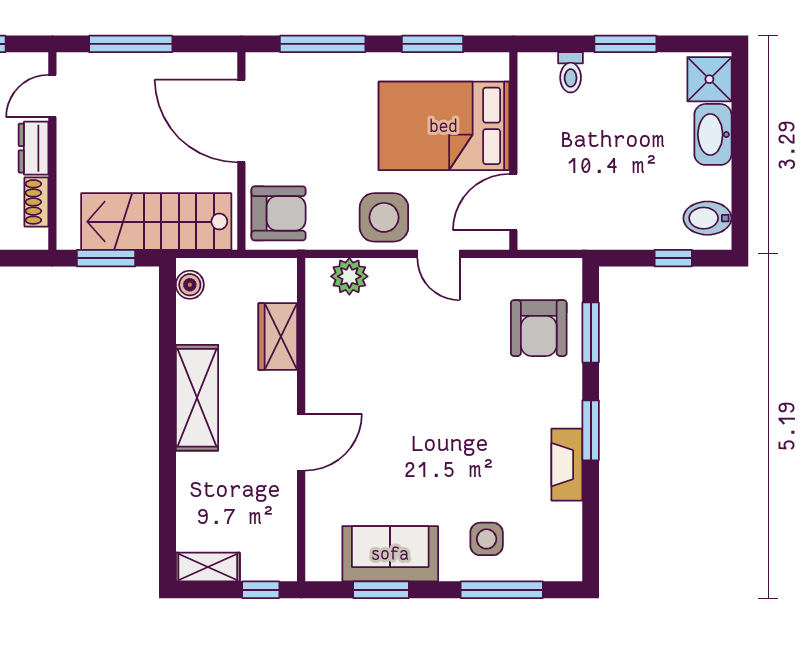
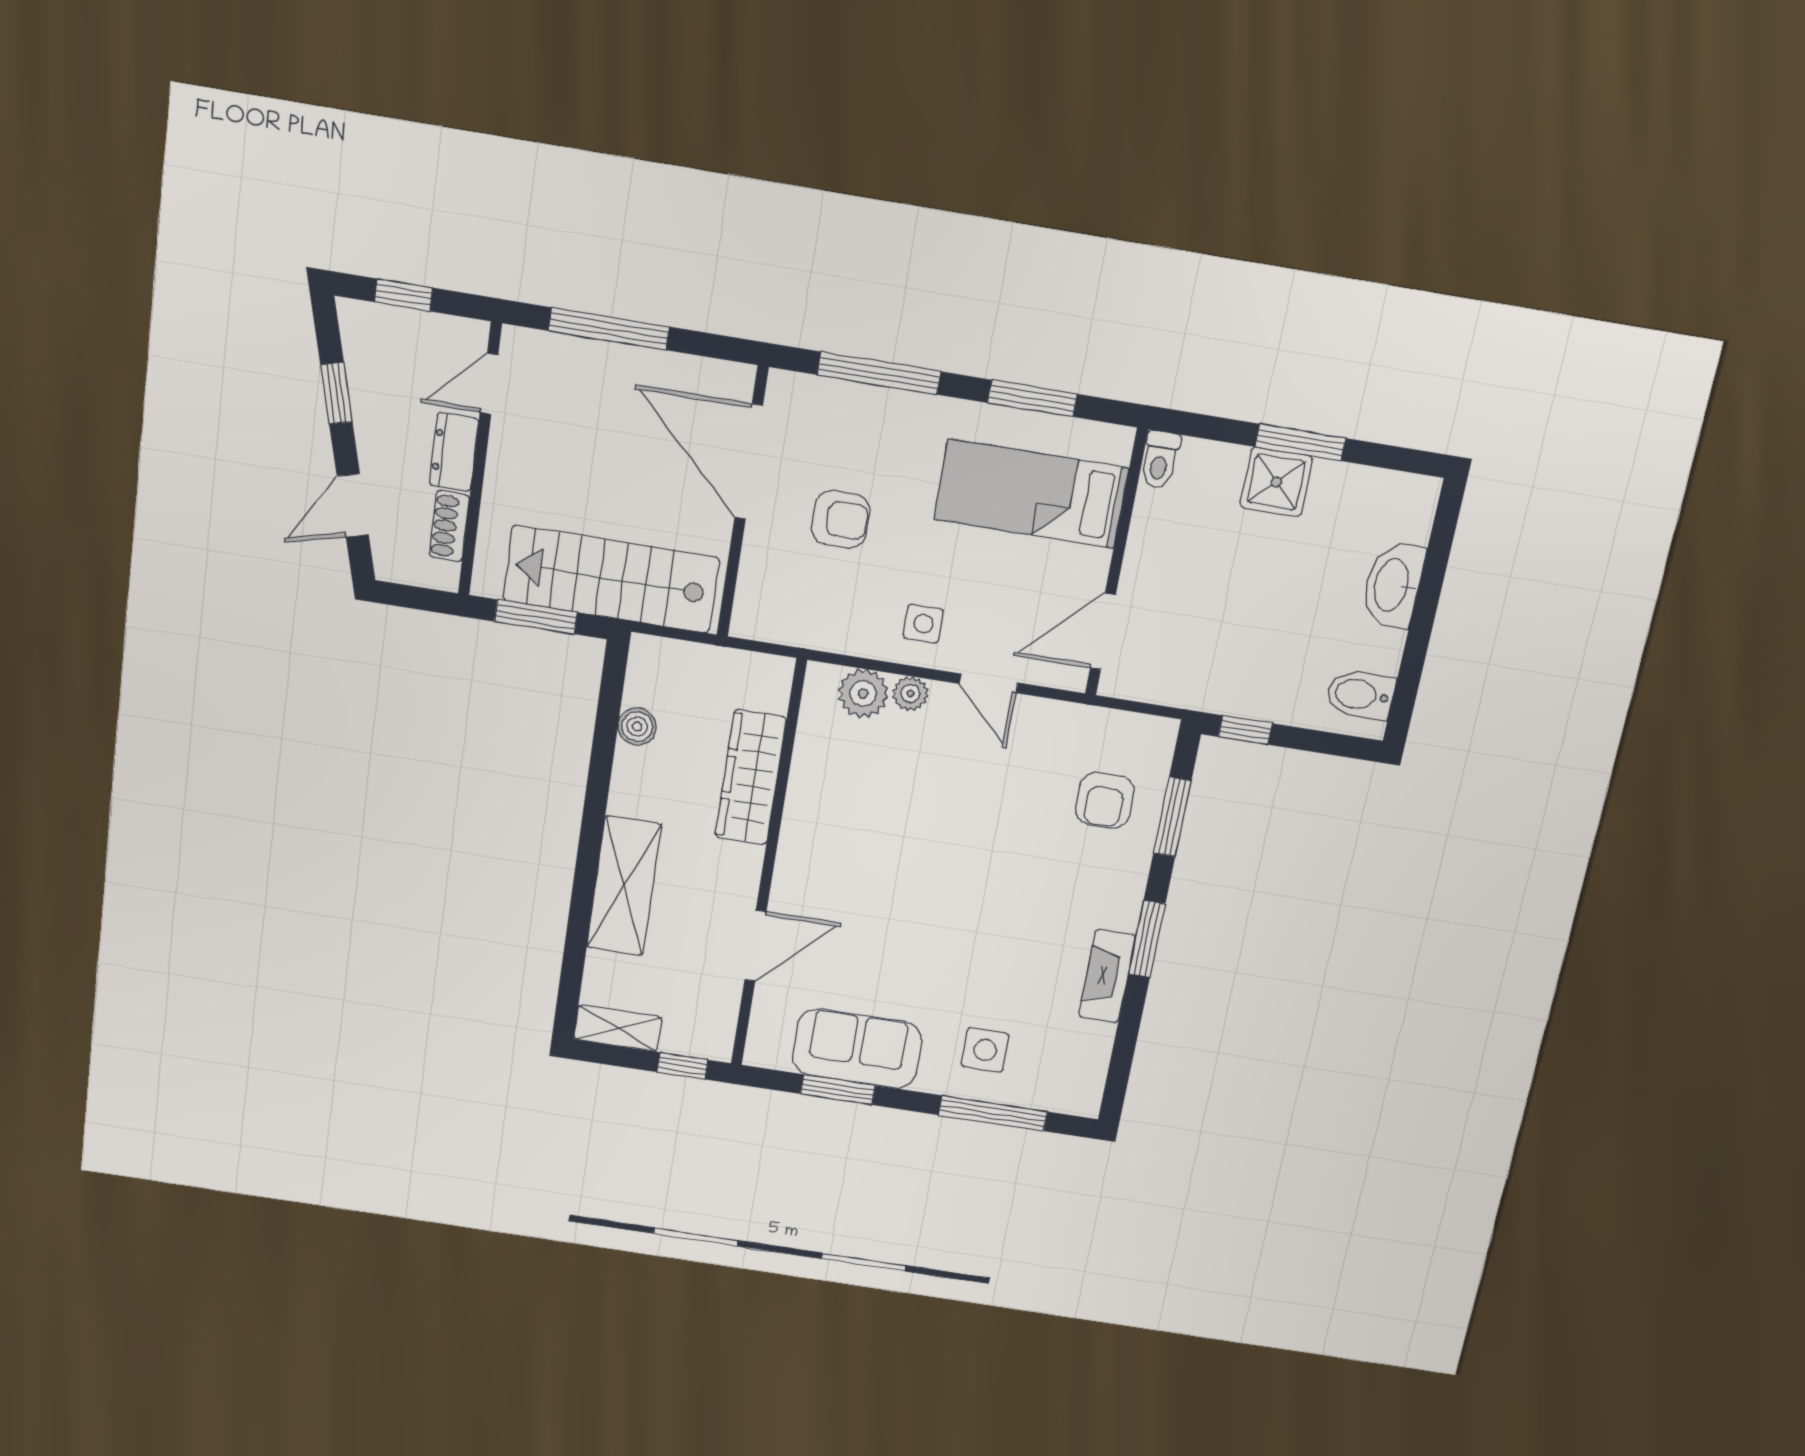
toilet: (571, 72) -> (1160, 460), moved
shower: (709, 79) -> (1276, 482), moved
bed: (444, 126) -> (1031, 494), width x0.67
armchair: (279, 213) -> (841, 519), moved, width x0.72, depth x0.72
side table: (384, 217) -> (923, 624), width x0.54, depth x0.54
window: (673, 258) -> (1245, 730), moved
plant: (383, 271) -> (910, 694), added
boiler: (190, 285) -> (637, 726), moved
armchair: (539, 328) -> (1105, 800), width x0.72, depth x0.72
wardrobe: (278, 337) -> (751, 777), width x1.50
shelving: (197, 398) -> (624, 886), moved
door: (301, 442) -> (755, 946), moved

